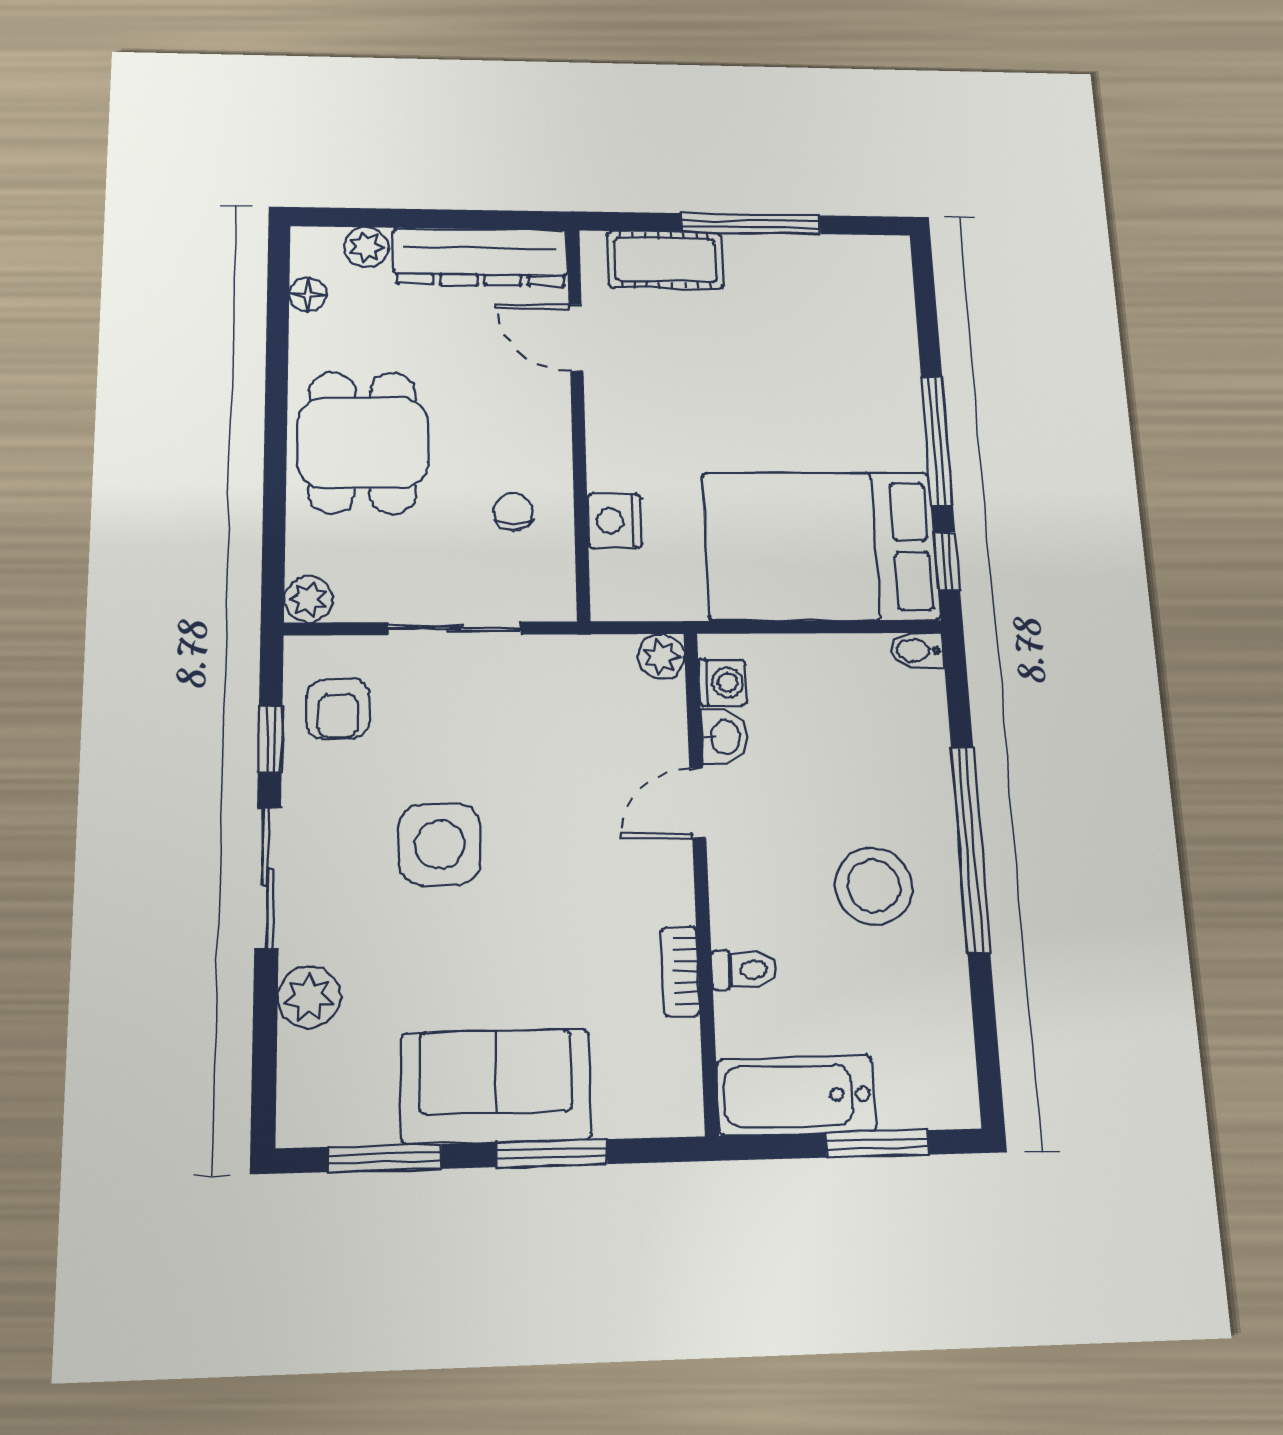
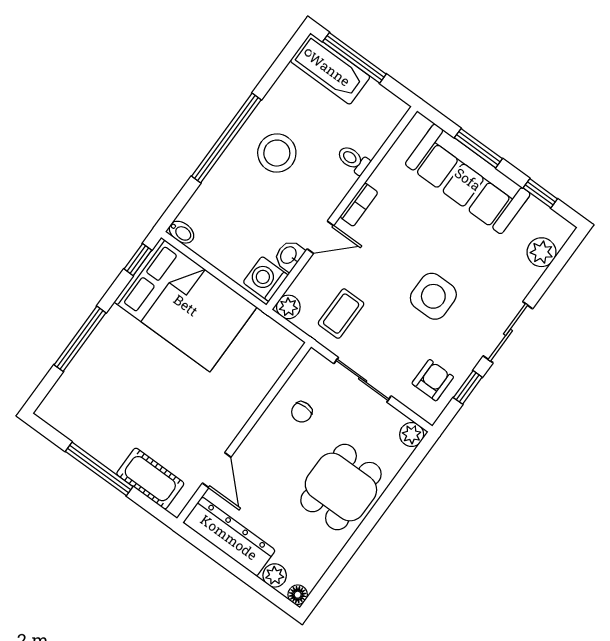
floor lamp: (308, 295) -> (298, 595), moved
window: (937, 441) -> (80, 339), moved
nightstand: (614, 521) -> (263, 378), removed
washing machine: (723, 682) -> (266, 279), width x1.38, depth x1.38
coffee table: (570, 707) -> (341, 314), added
bookcase: (680, 972) -> (359, 205), moved
plant: (309, 997) -> (542, 252), moved
sofa: (496, 1086) -> (468, 179), width x1.36
bathtub: (796, 1096) -> (330, 69), moved
window: (878, 1144) -> (354, 58), width x1.44
window: (385, 1158) -> (540, 193), width x0.67

